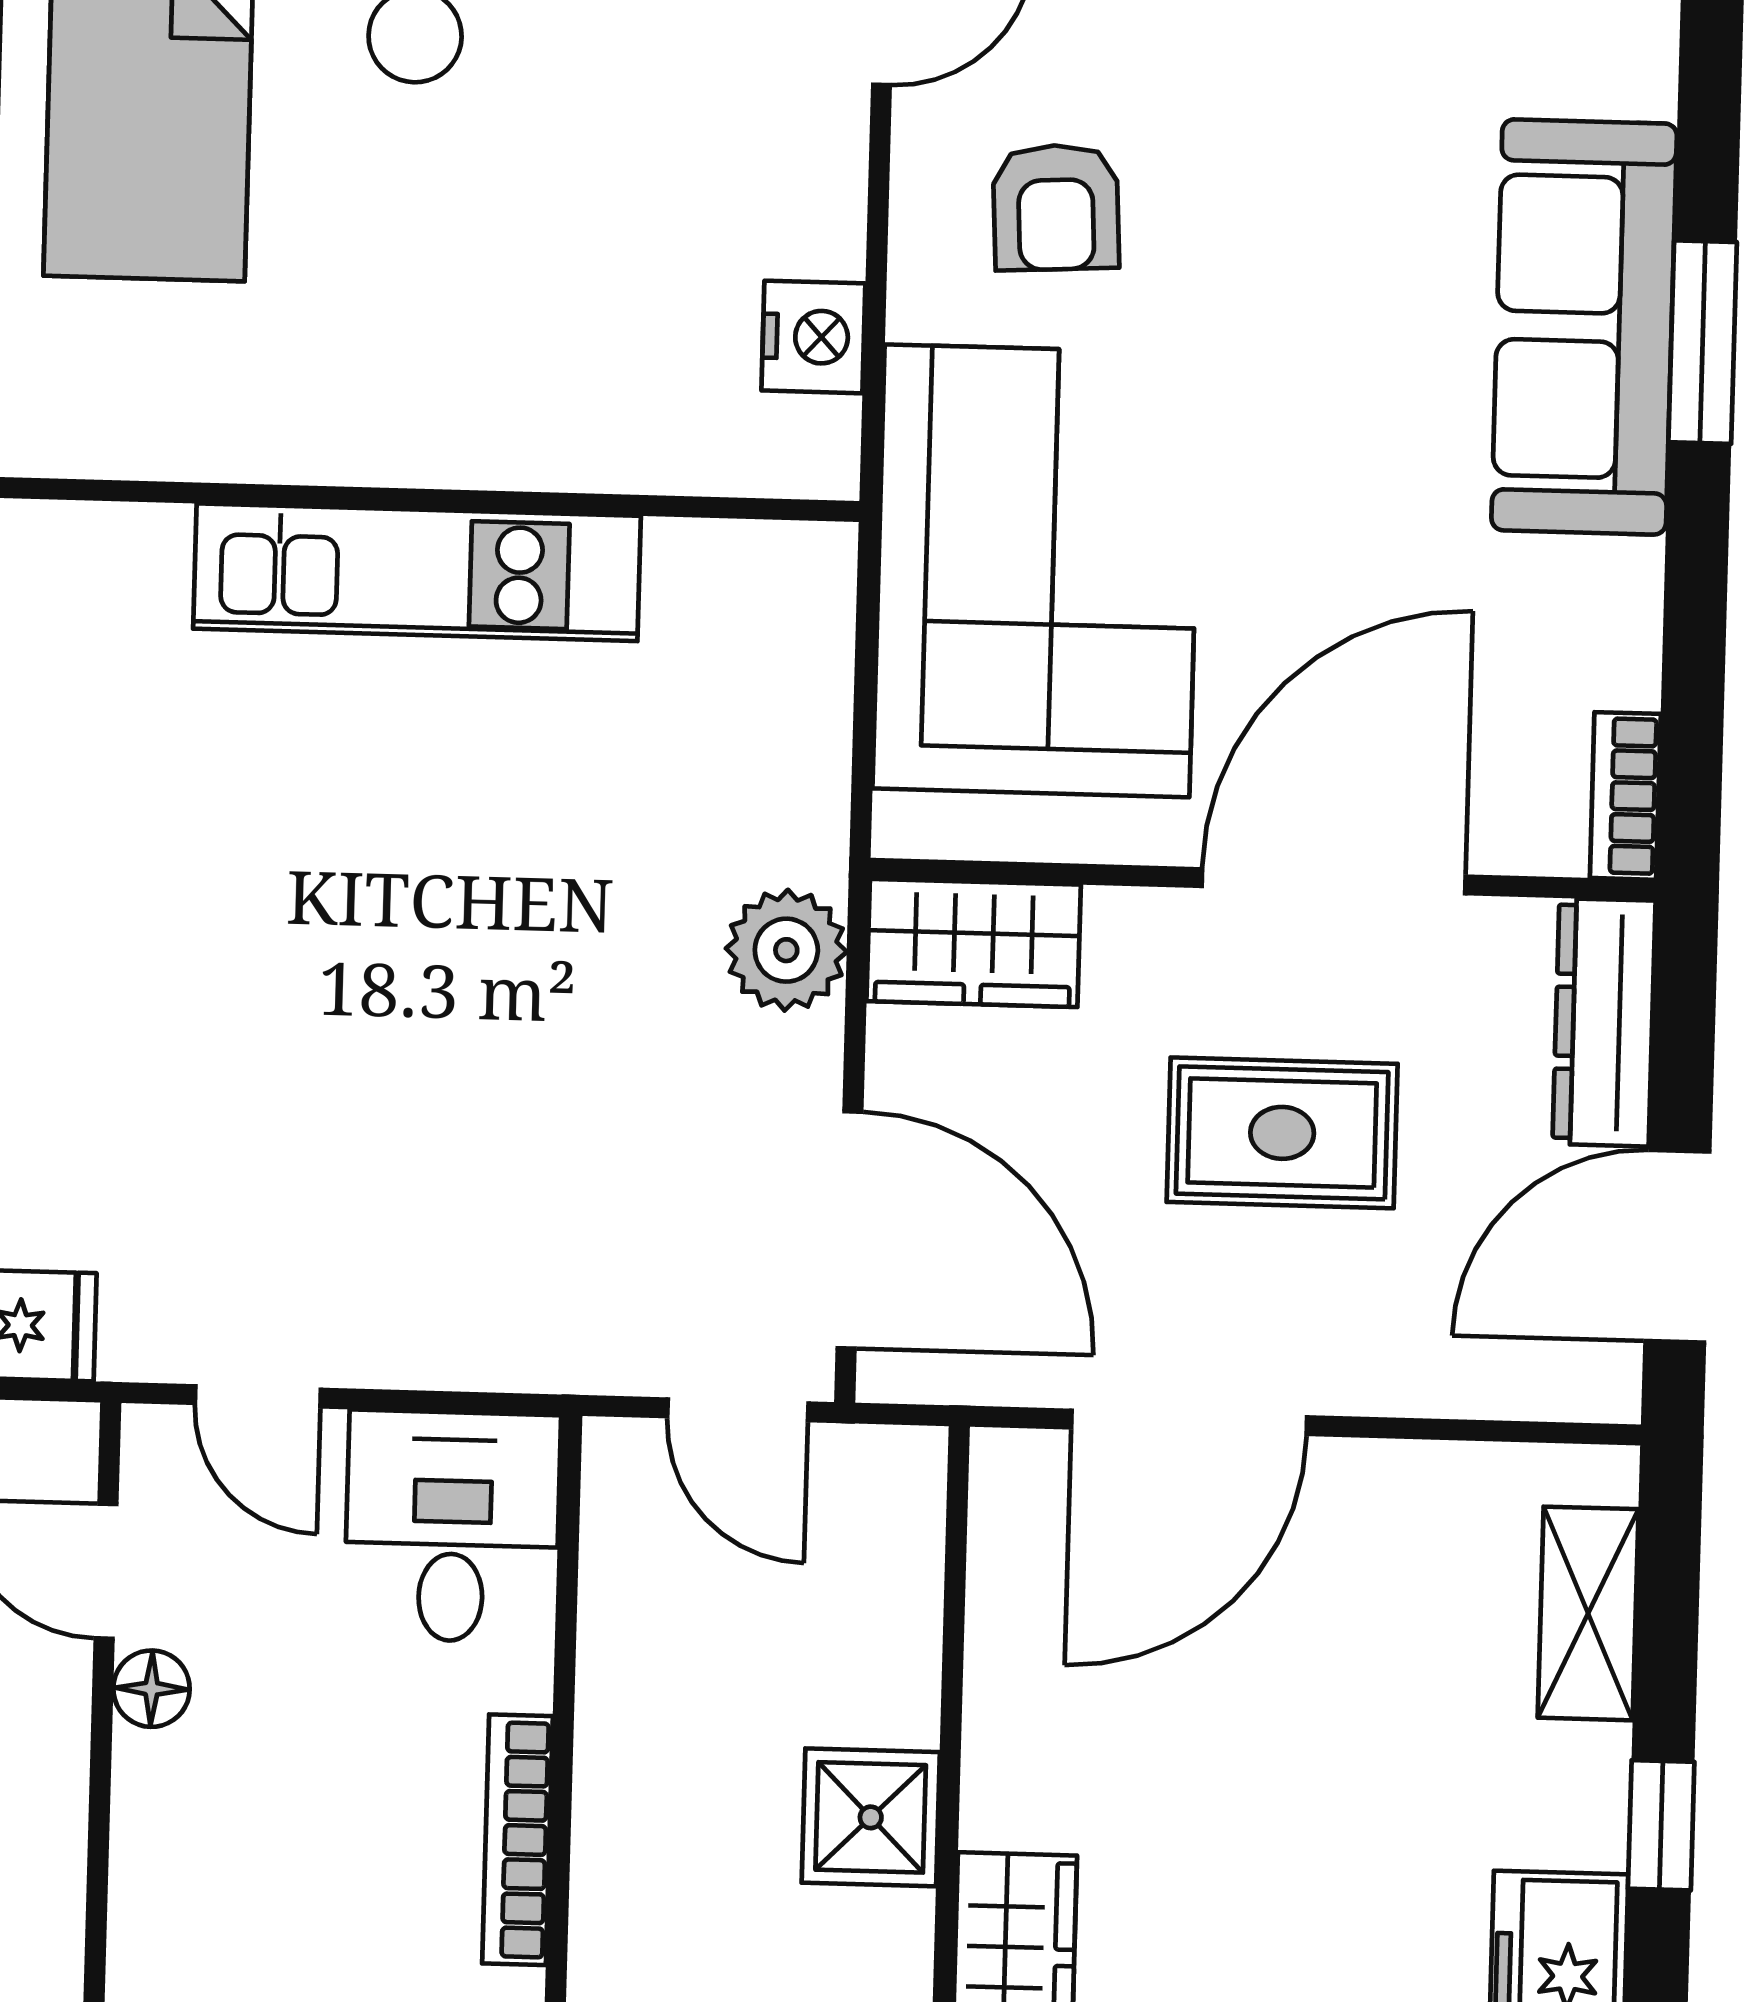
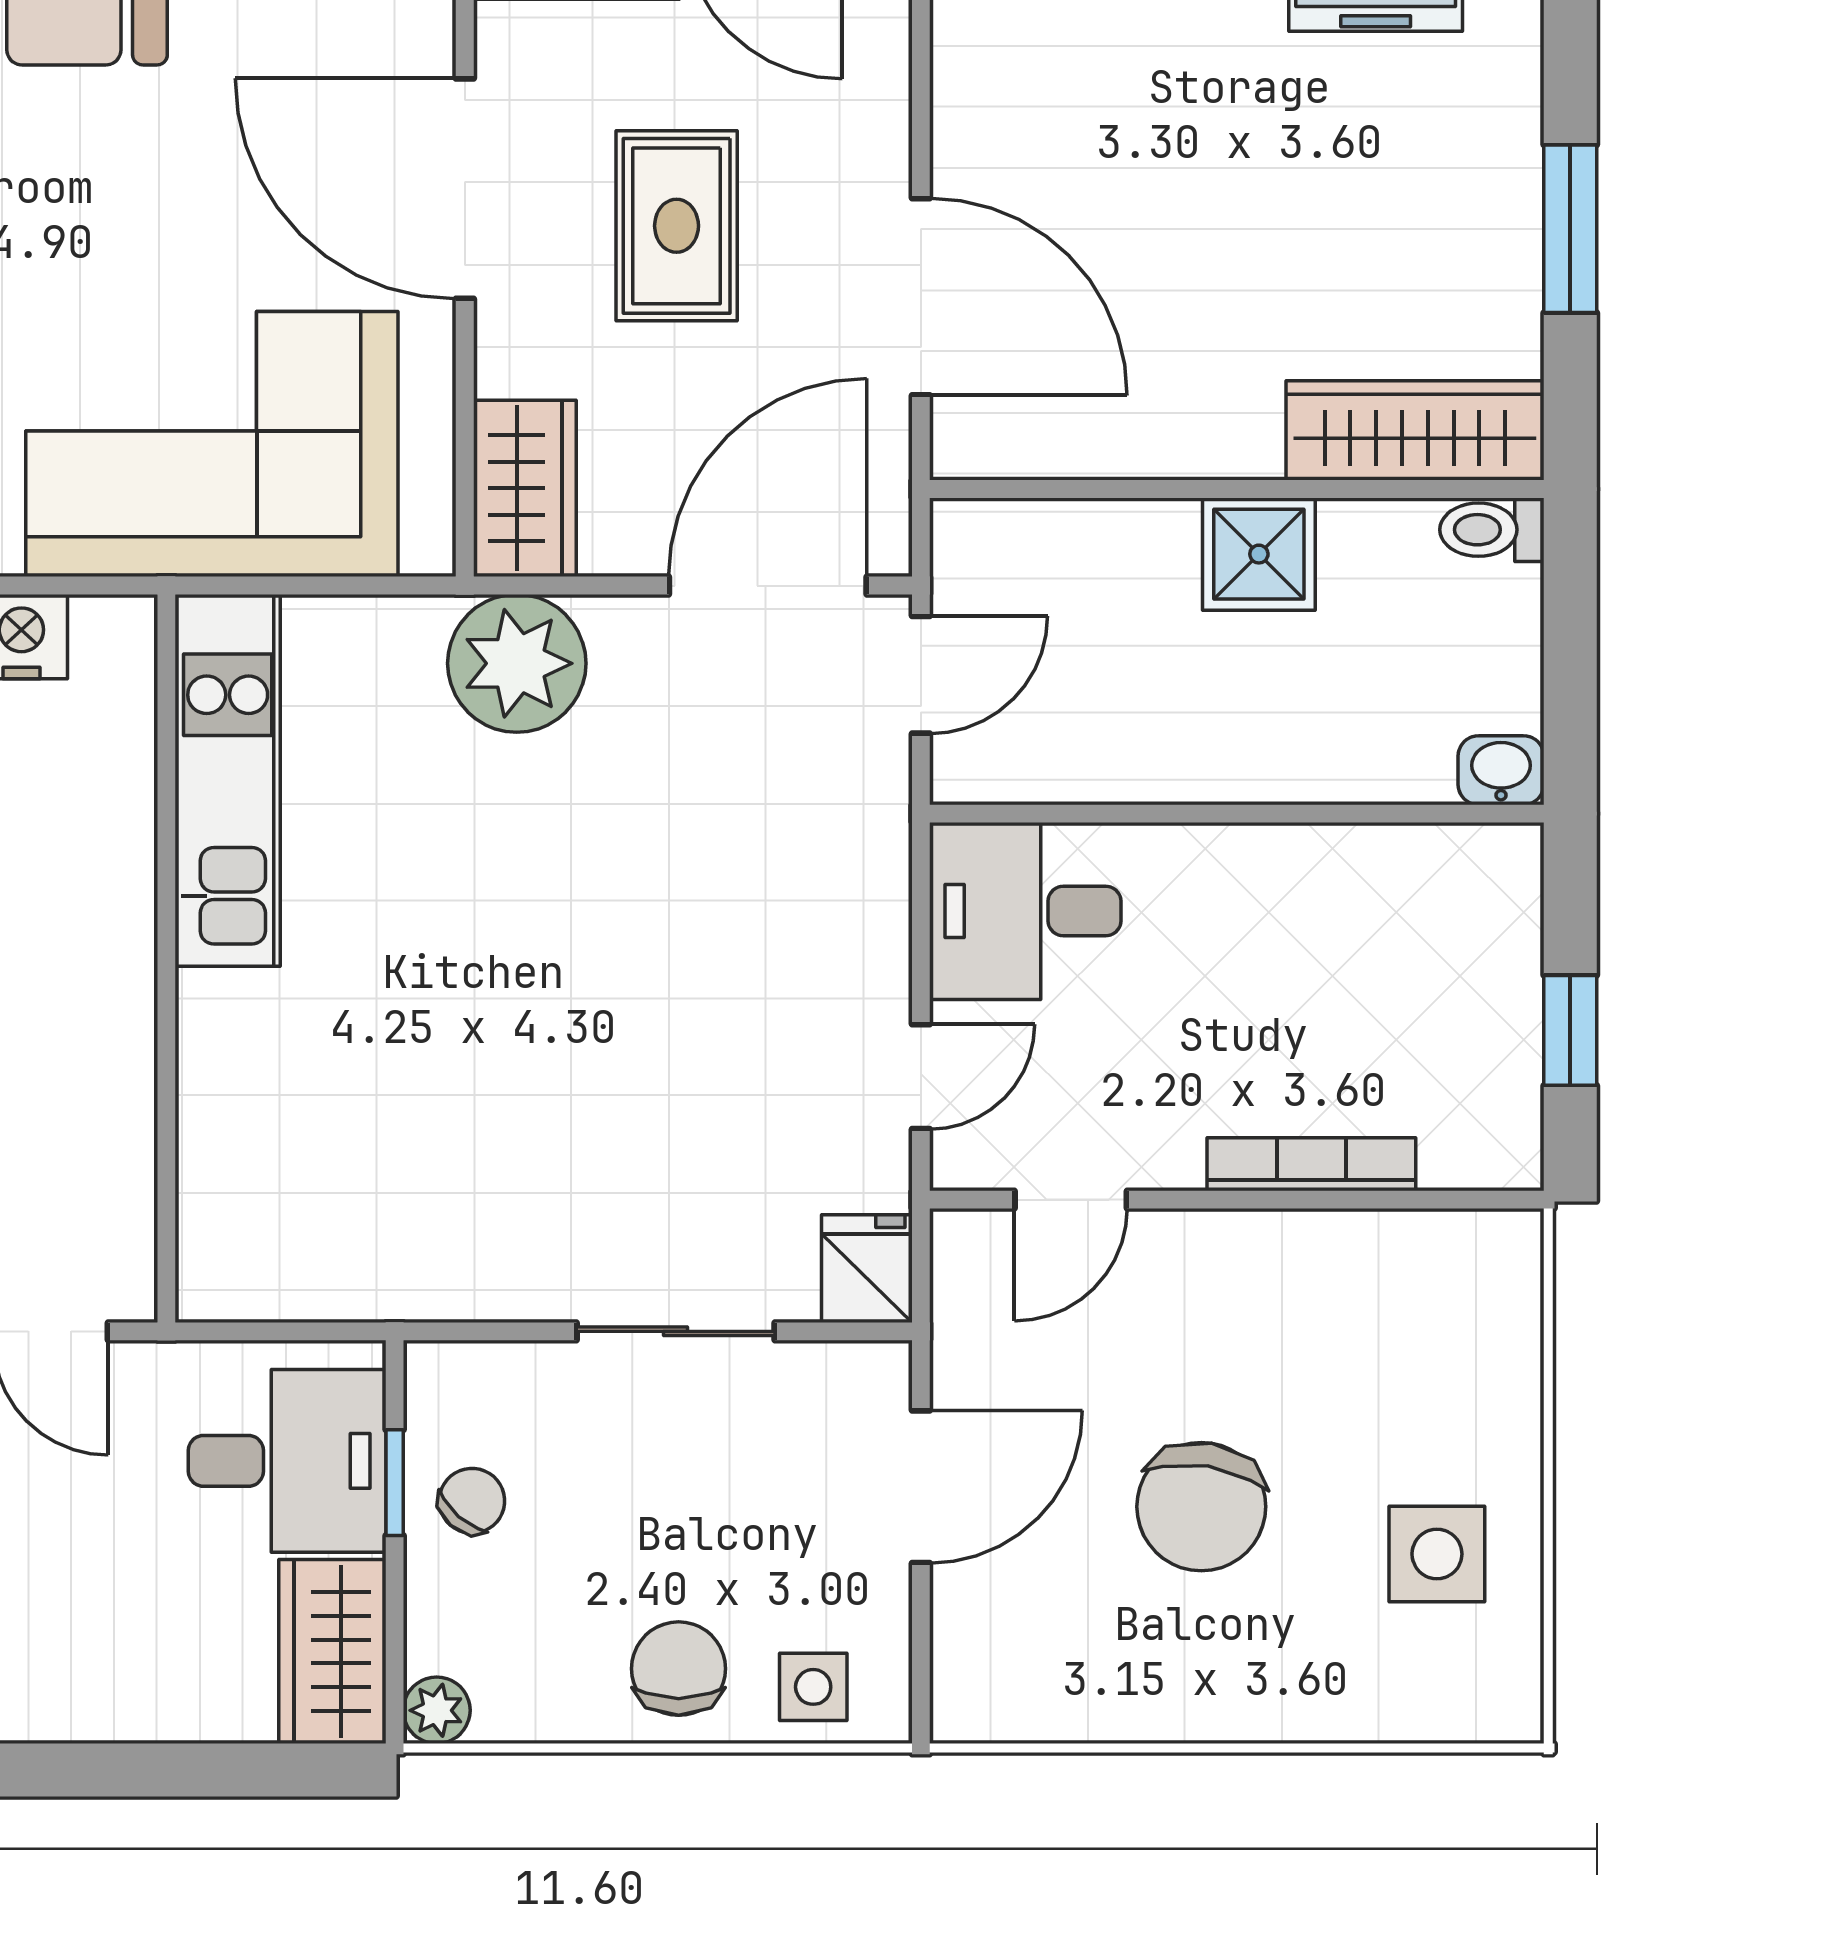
kitchen unit: (417, 572) -> (228, 780), moved
plant: (786, 950) -> (517, 663), width x1.36, depth x1.36
floor lamp: (151, 1689) -> (1168, 1159), removed
bookcase: (517, 1840) -> (1311, 1164), moved, turned 180

